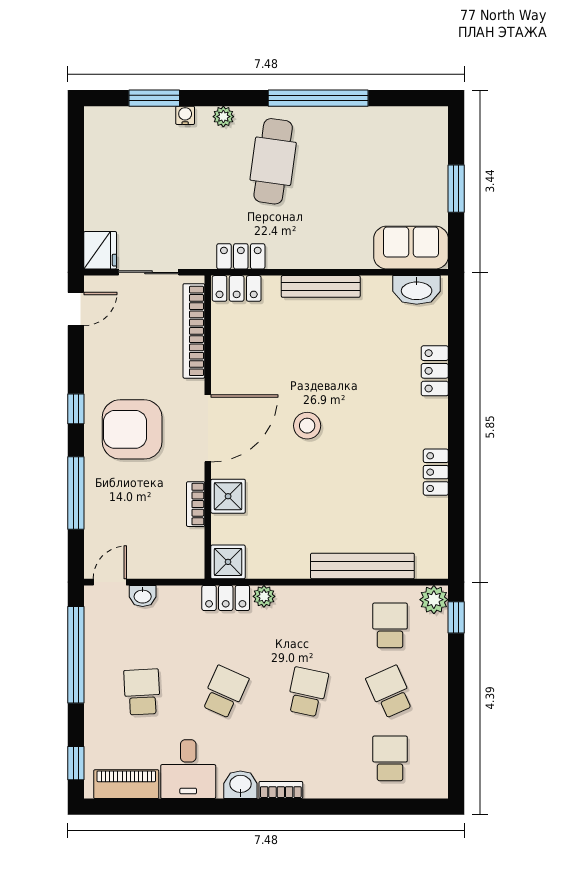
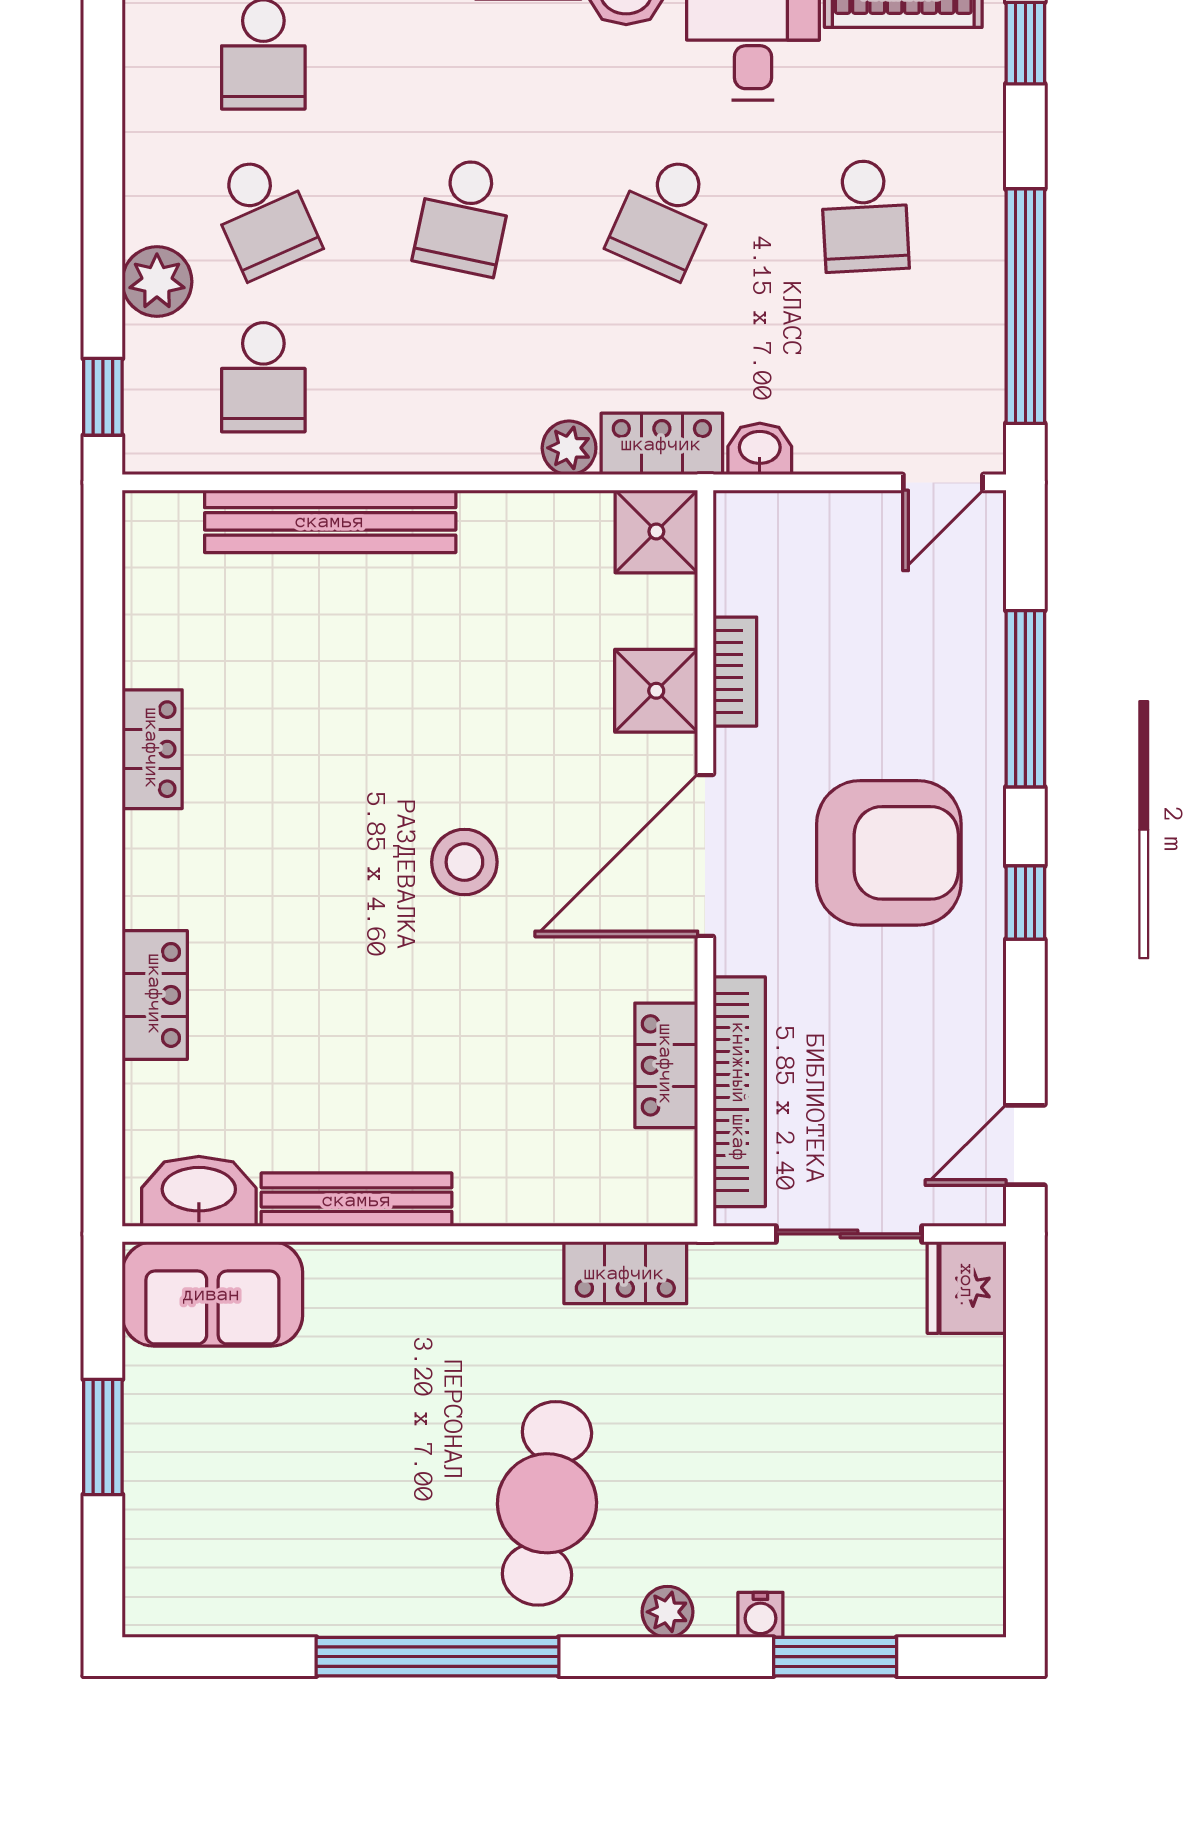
bench: (321, 286) -> (357, 1200), moved
locker: (237, 288) -> (666, 1065), moved, turned -90
washbasin: (143, 596) -> (760, 449), moved
plant: (434, 600) -> (157, 282), moved

